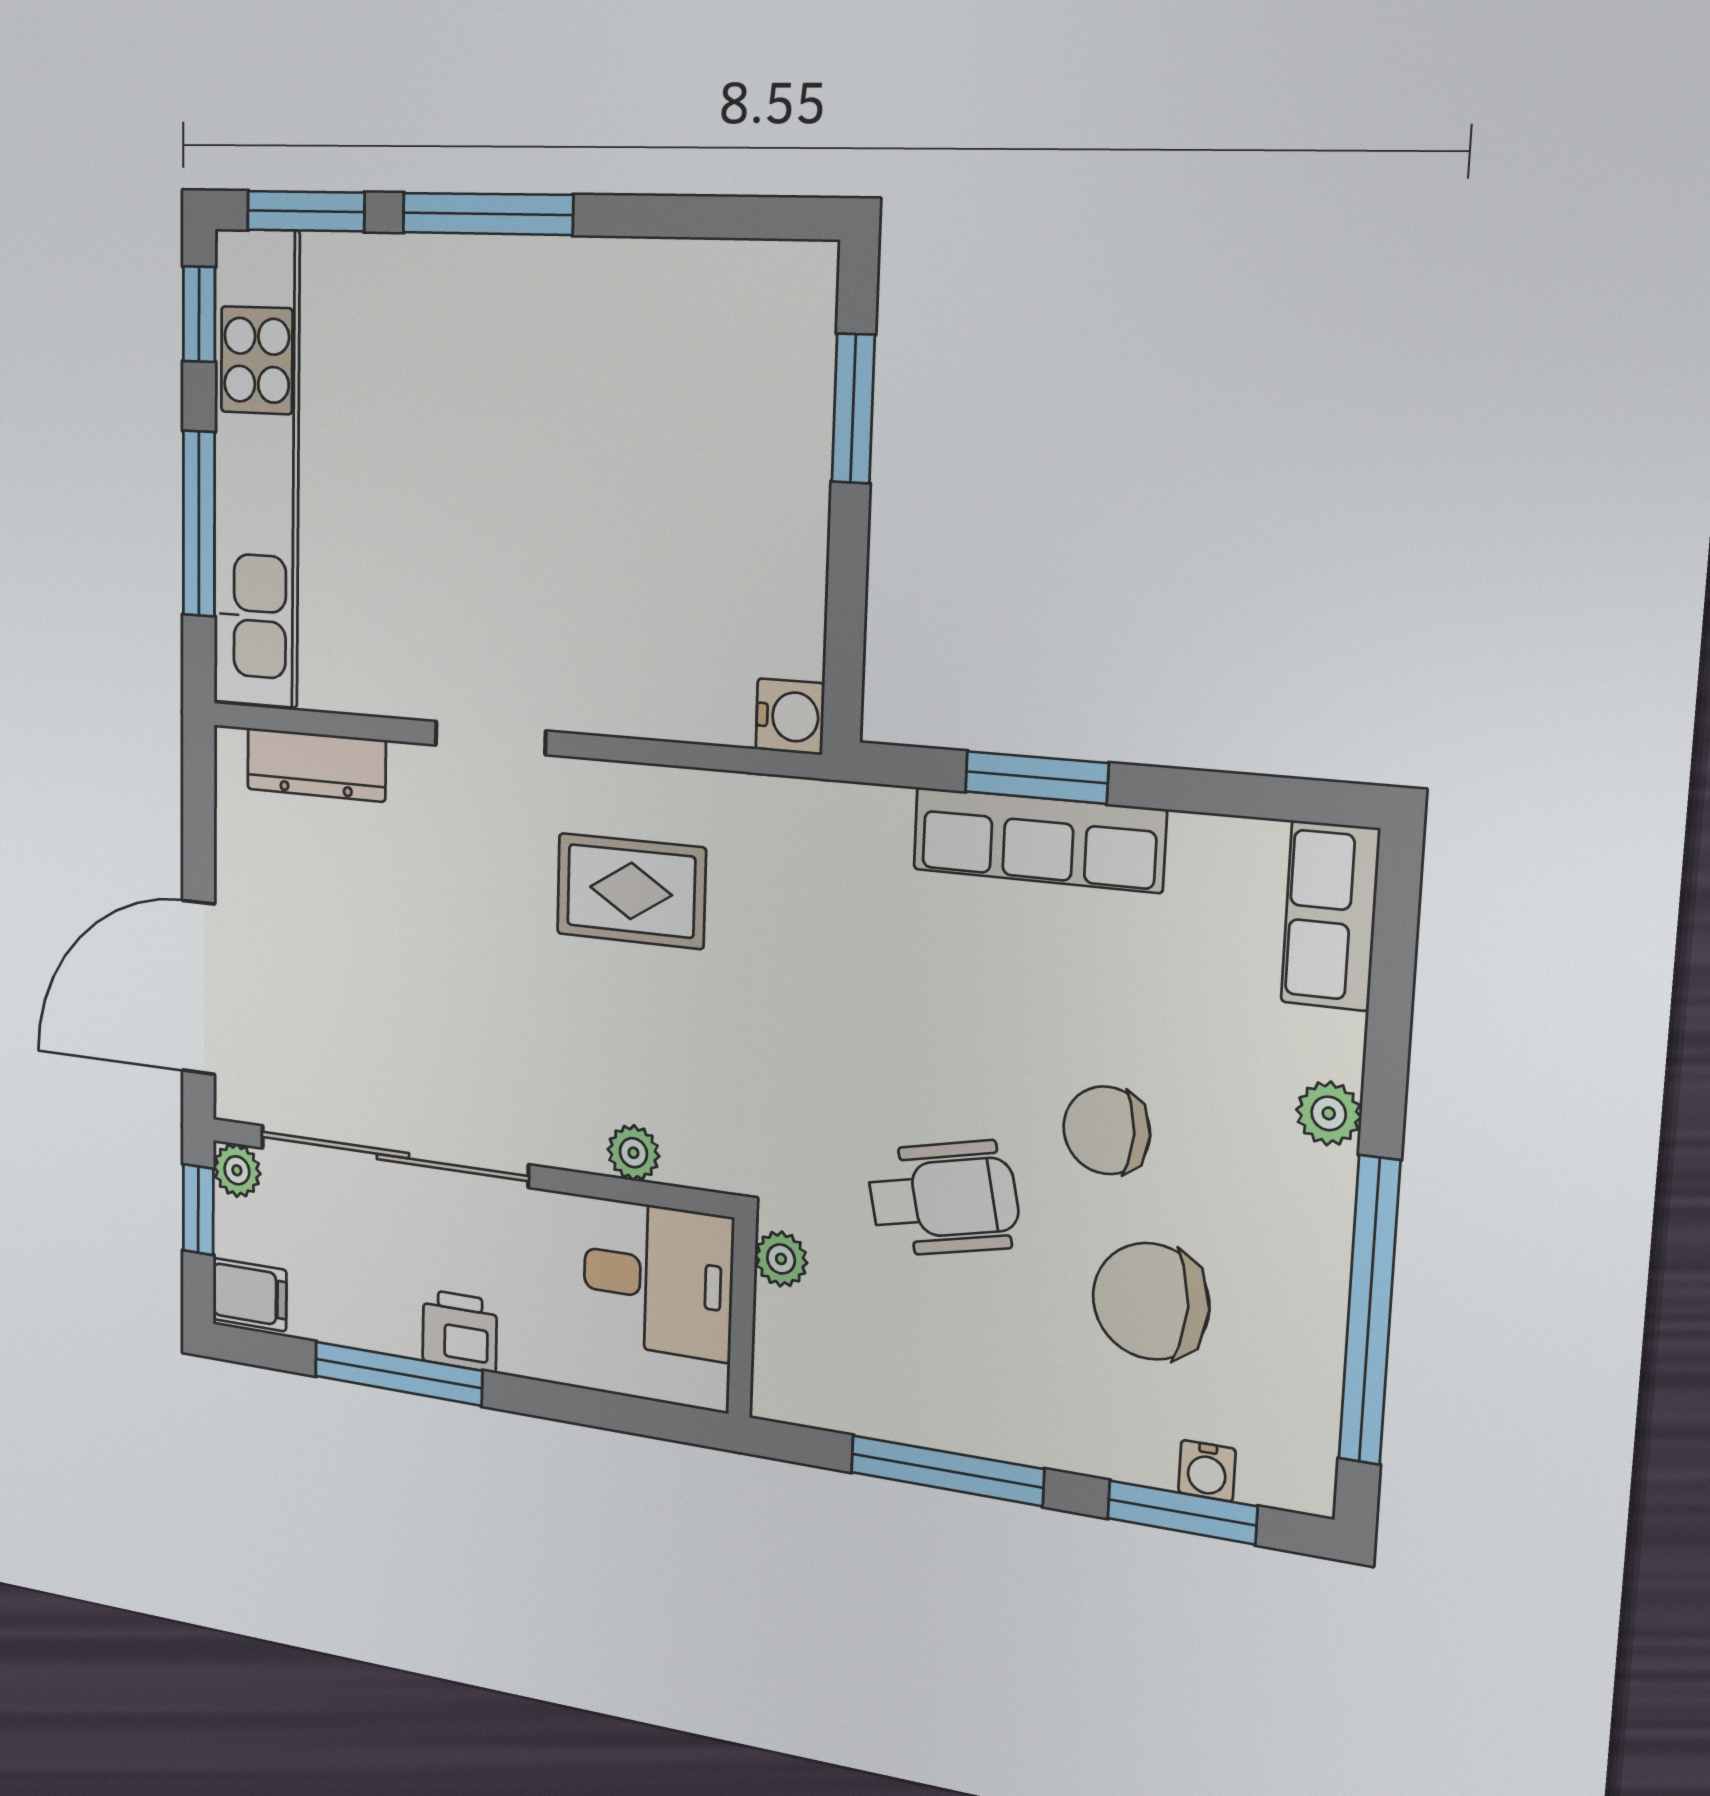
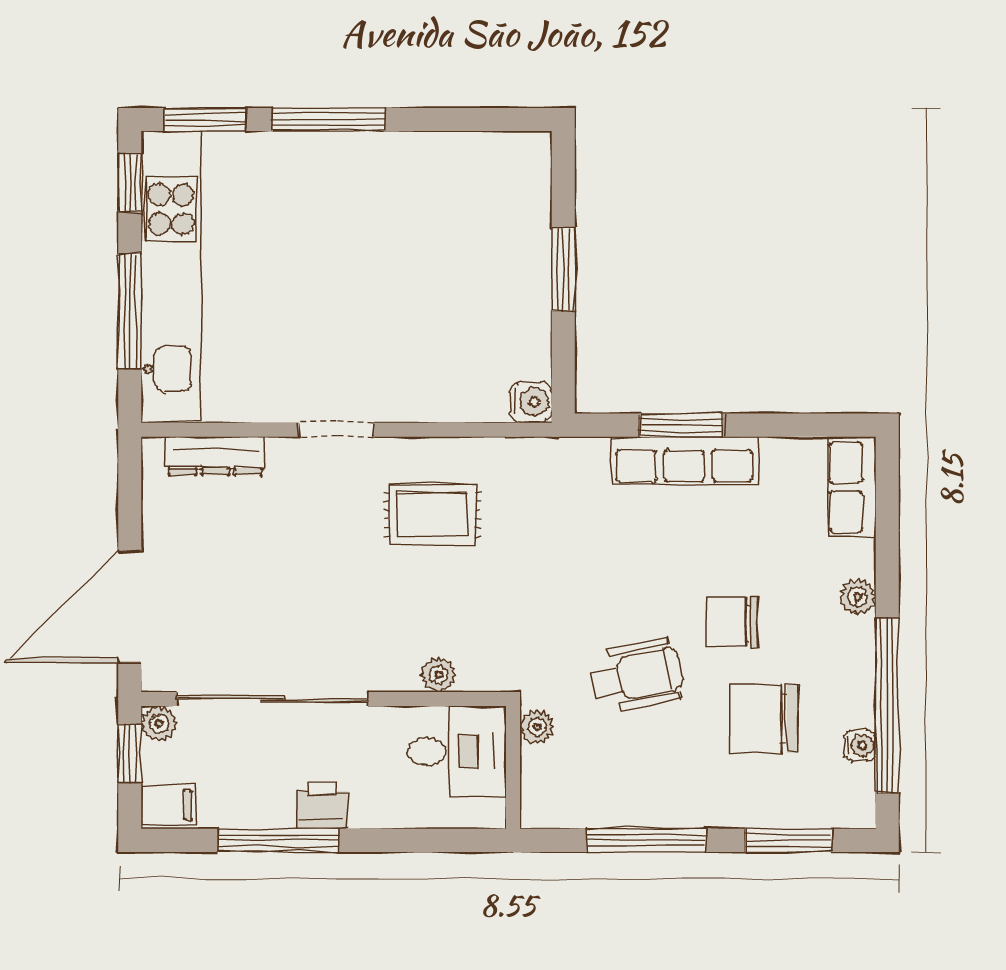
window: (853, 409) -> (563, 269), moved
water cooler: (1207, 1471) -> (860, 745), moved, turned -90

